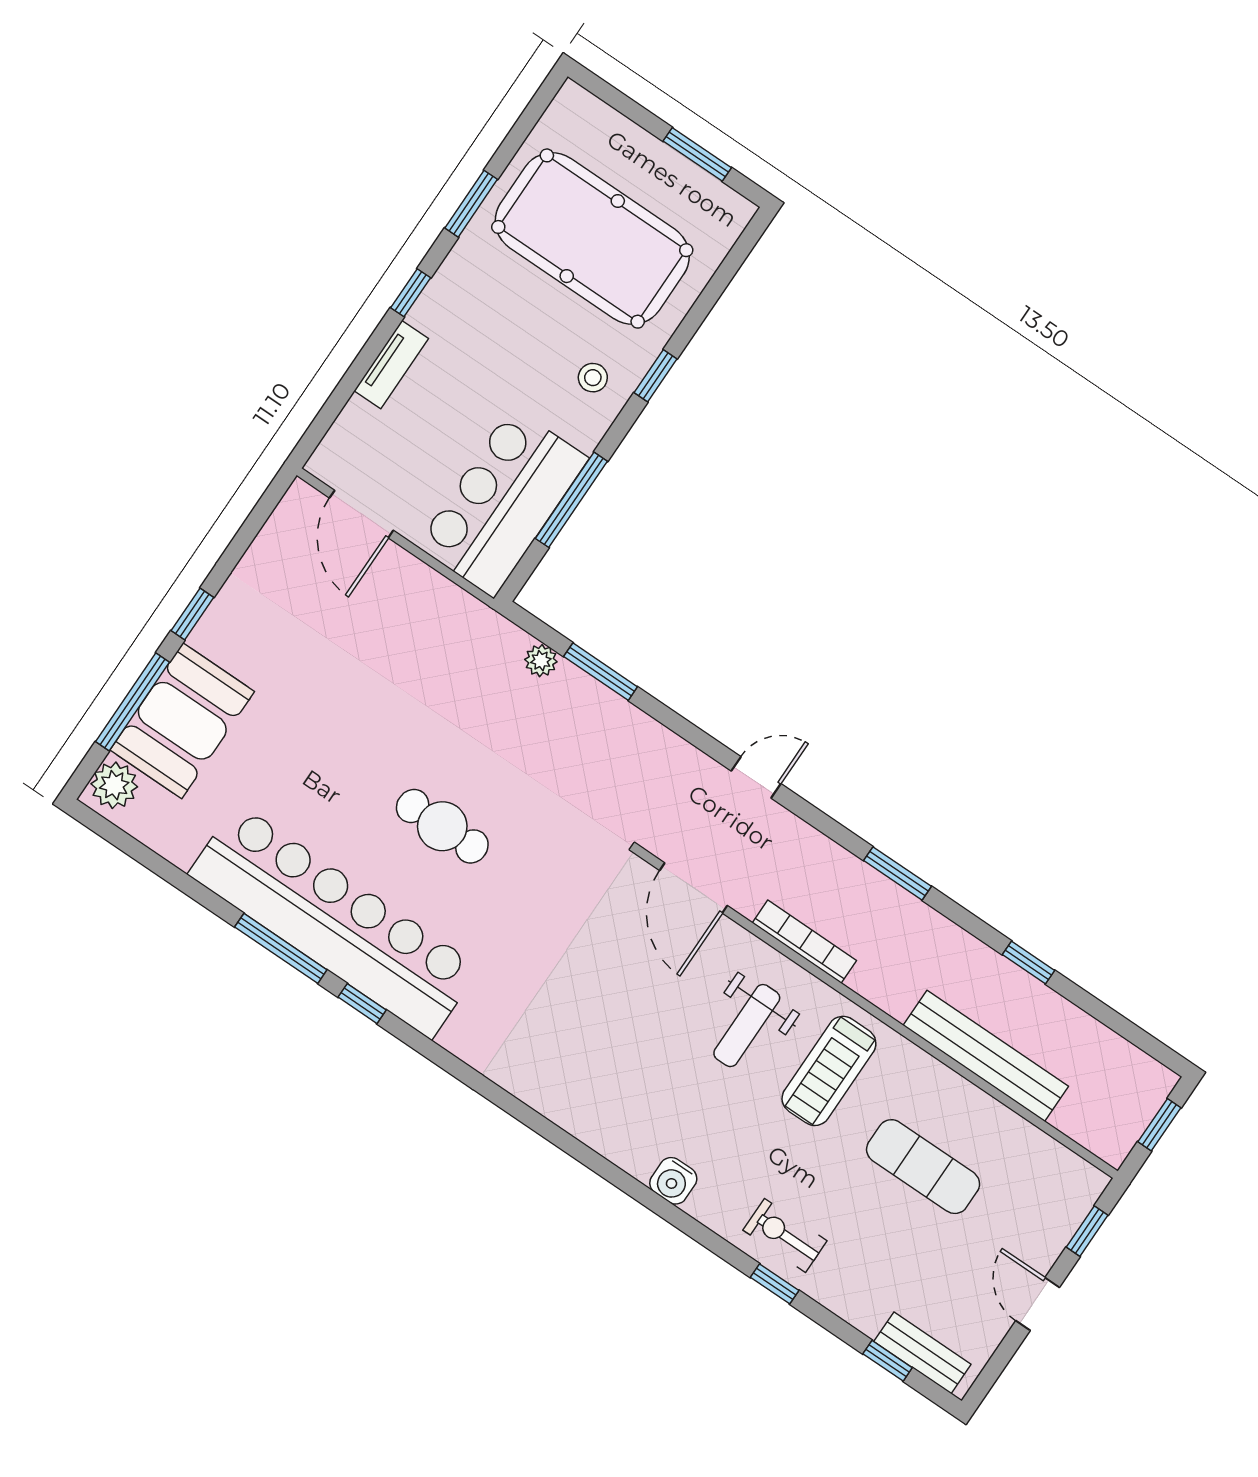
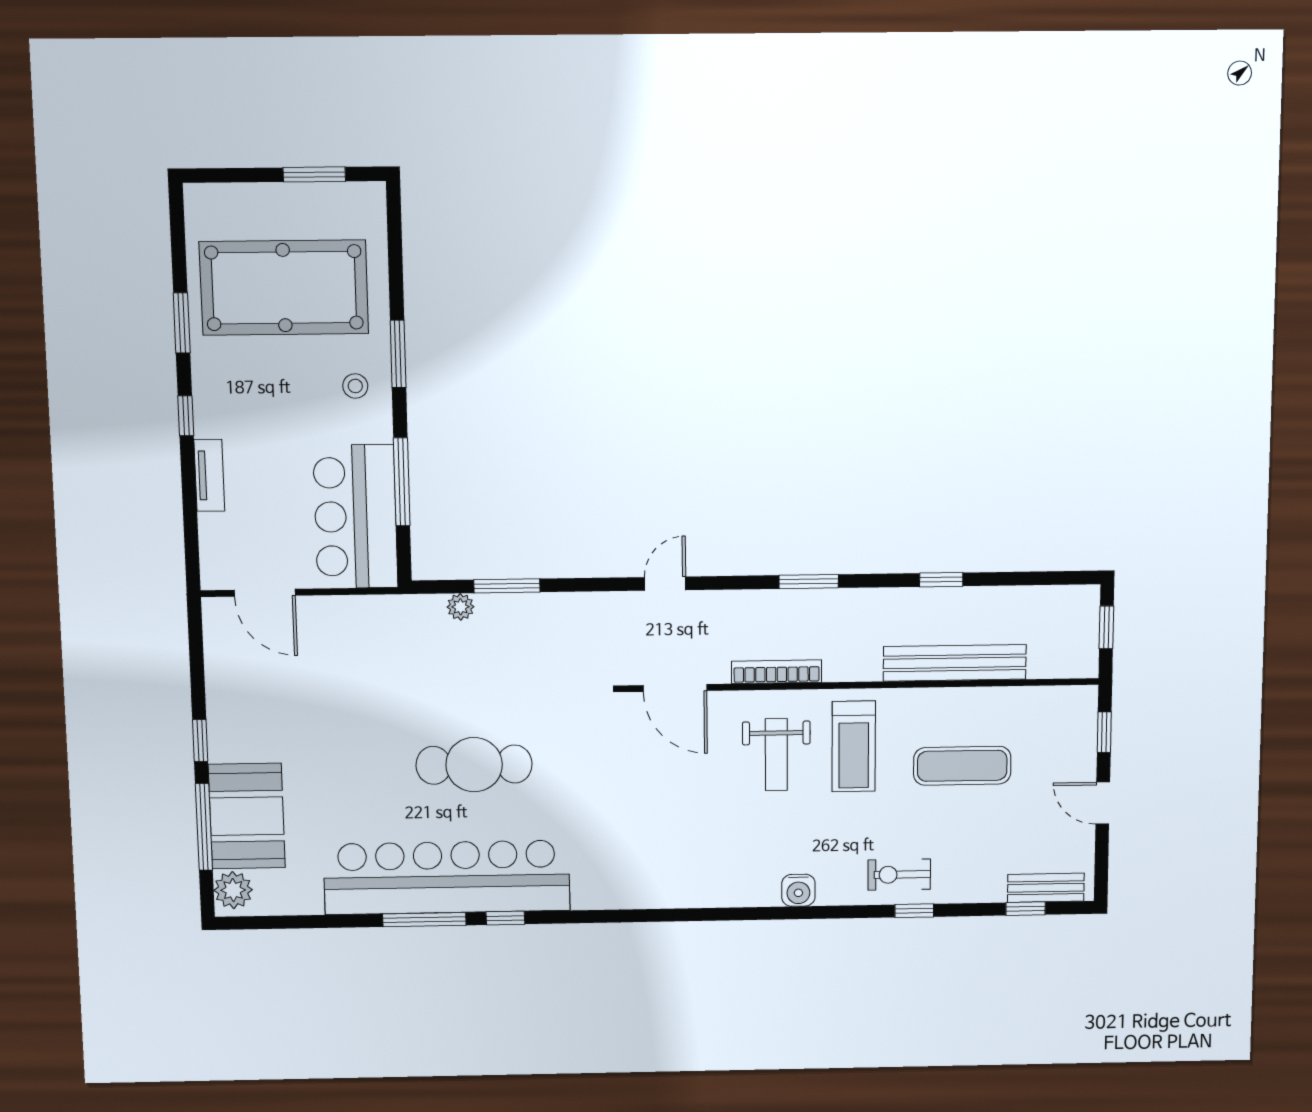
window: (656, 376) -> (398, 354), width x1.50
cafe table: (442, 826) -> (474, 765), width x1.37, depth x1.35

